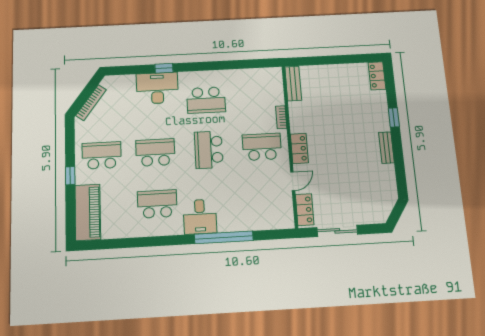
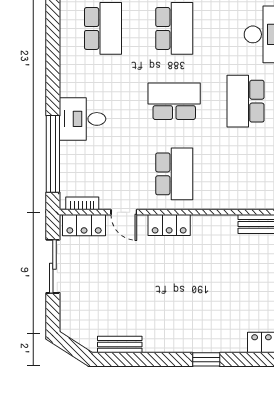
bookcase: (281, 117) -> (82, 203), moved
bench: (386, 148) -> (120, 344), moved
desk: (200, 217) -> (83, 119), moved
window: (224, 237) -> (53, 154), moved

